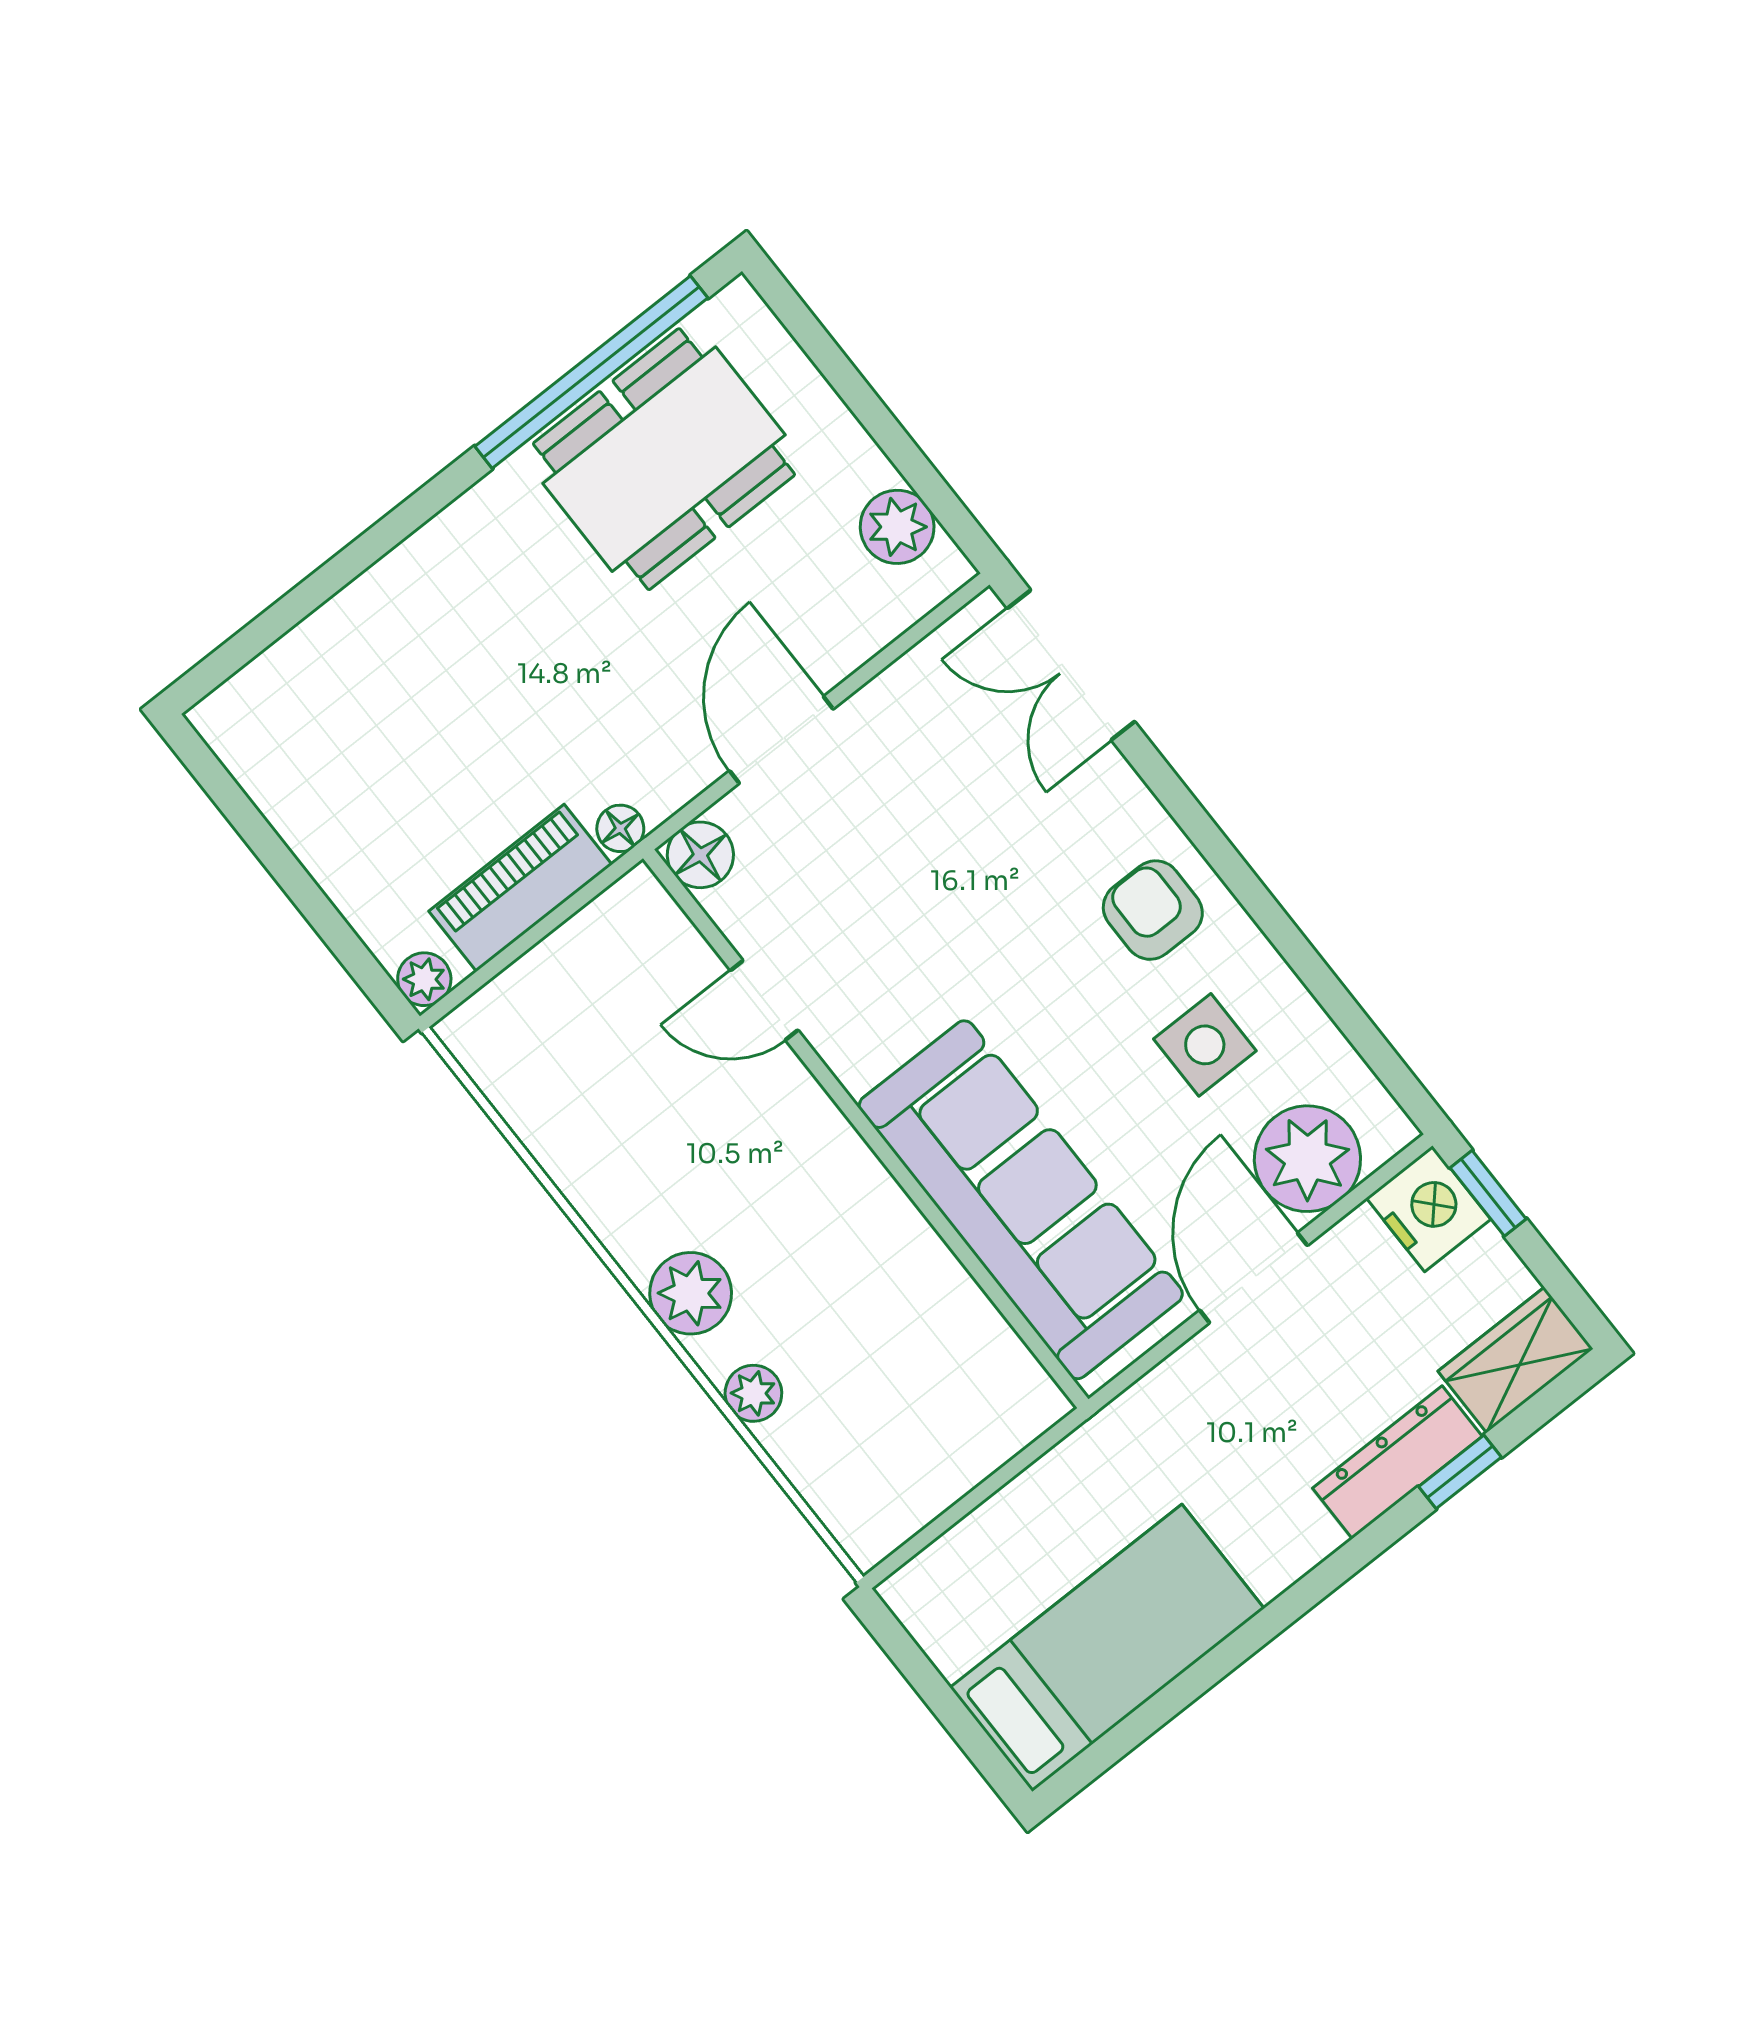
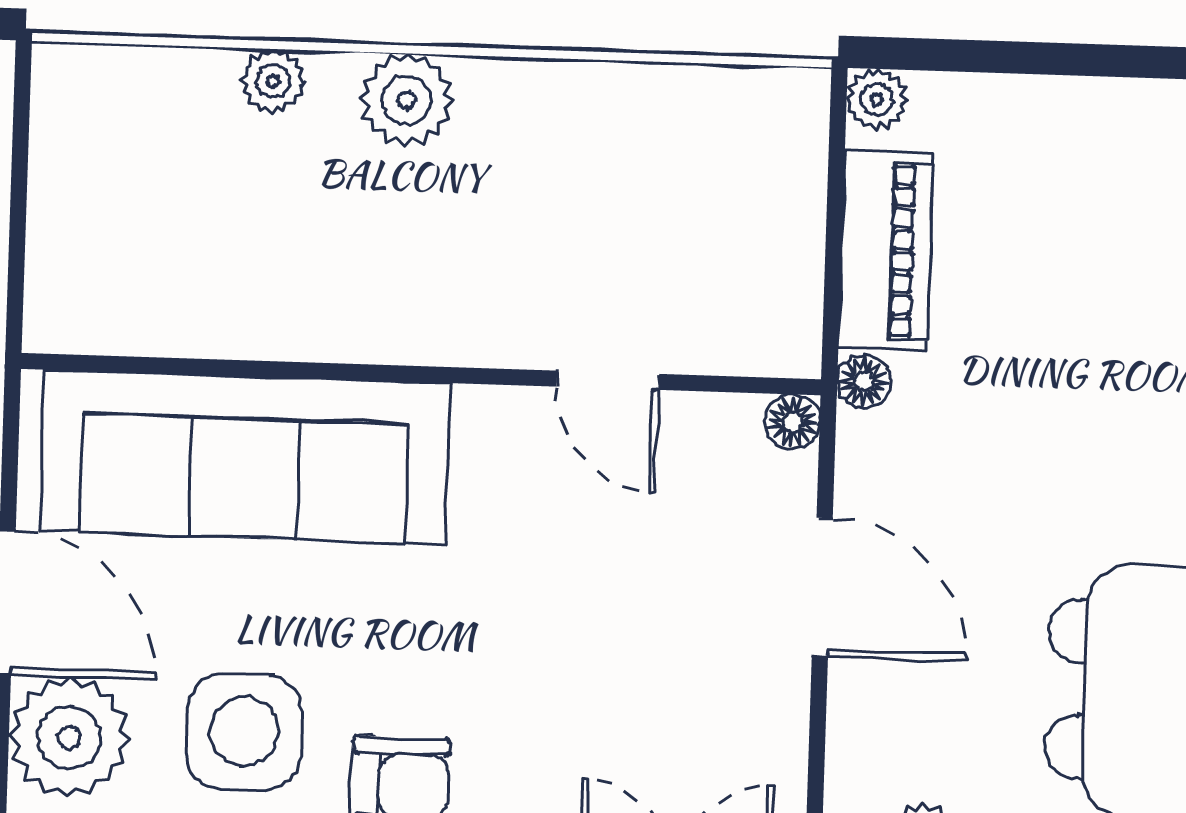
floor lamp: (700, 855) -> (792, 422), width x0.73, depth x0.73
door: (764, 1000) -> (608, 380), swing flipped
side table: (1205, 1045) -> (244, 732), width x1.37, depth x1.37

